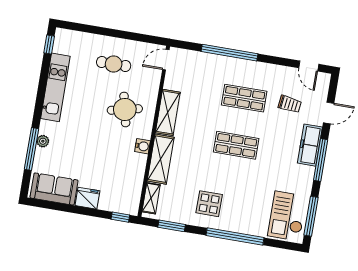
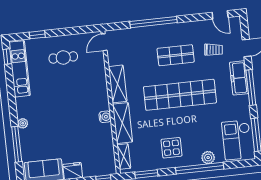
window: (91, 29) -> (37, 35), added
kitchen unit: (55, 87) -> (20, 69), moved
round table: (125, 109) -> (83, 91), removed
plant: (43, 141) -> (23, 123), moved
shop shelf: (236, 145) -> (180, 95), width x2.00, depth x1.36
plant: (248, 227) -> (208, 158), added

